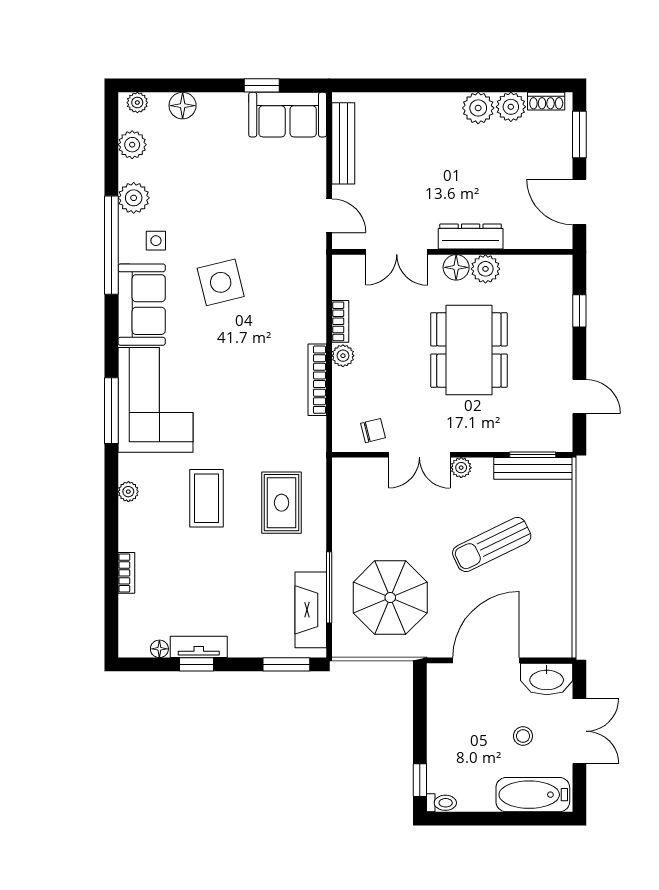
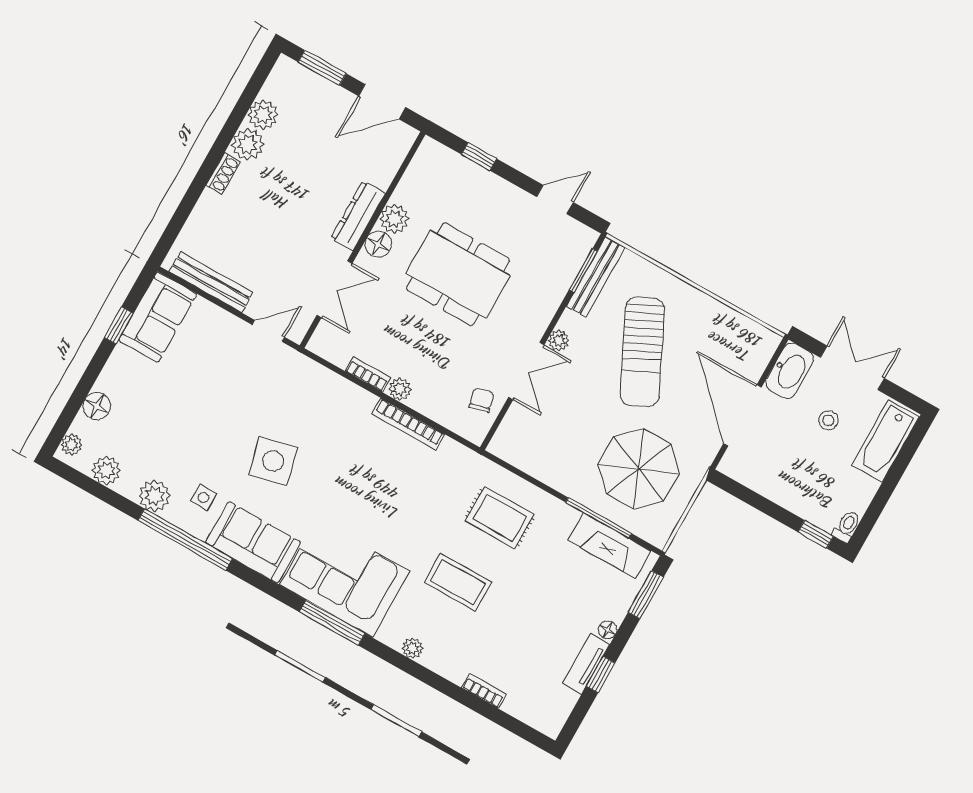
shoe rack: (546, 101) -> (223, 173), moved
sun lounger: (492, 544) -> (642, 352), width x1.36, depth x1.34
floor lamp: (159, 649) -> (608, 630), moved

